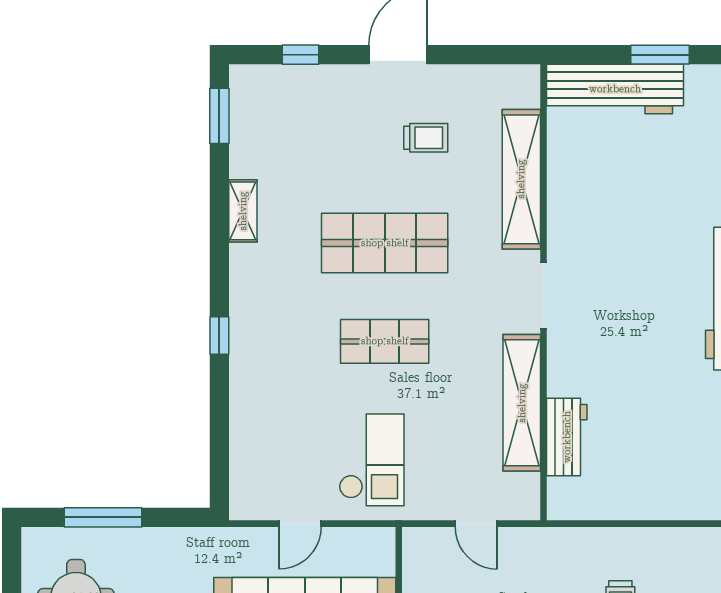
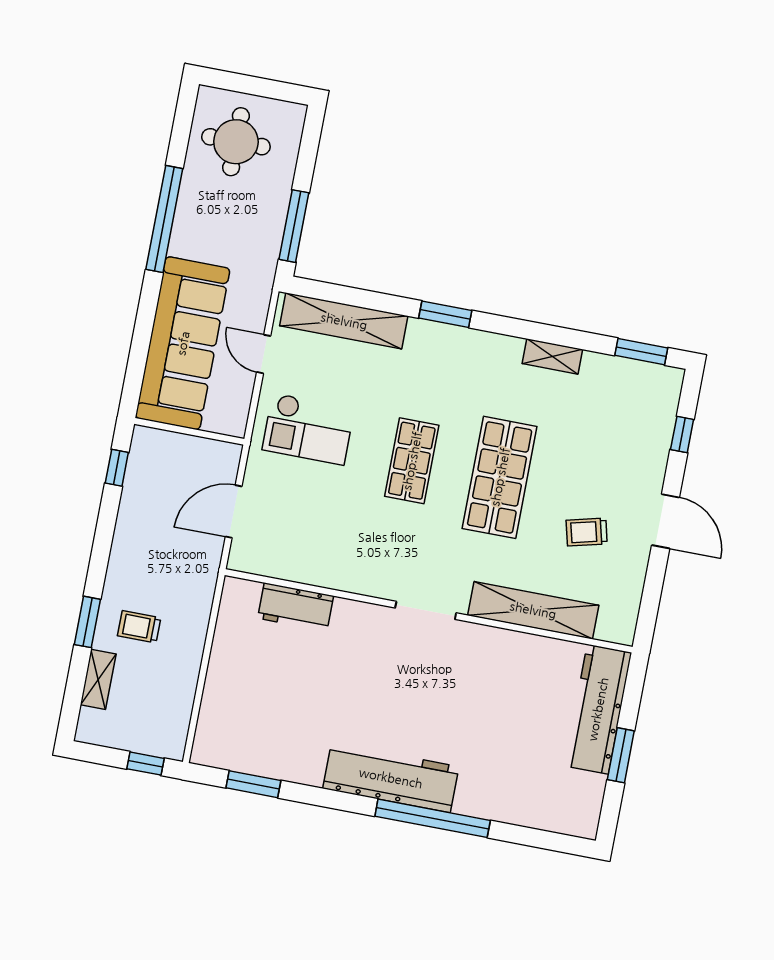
trolley: (426, 138) -> (587, 532), turned 76
window: (219, 335) -> (445, 314), width x1.50
shelving: (522, 403) -> (344, 321), moved
window: (103, 517) -> (294, 226), moved
door: (476, 524) -> (234, 511), width x1.38

